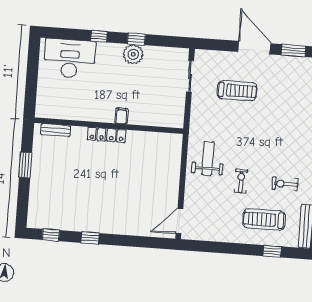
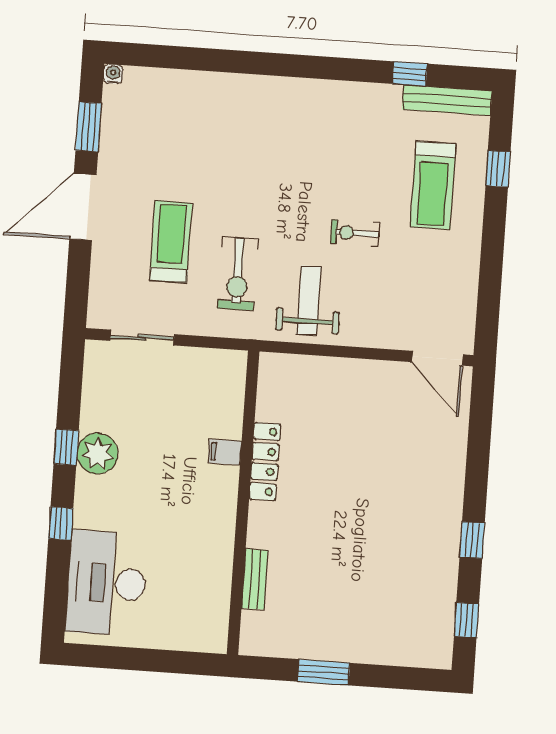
filing cabinet: (122, 116) -> (225, 452), moved
bench: (56, 130) -> (255, 579), moved
locker: (106, 135) -> (265, 462), moved
weight bench: (208, 158) -> (309, 300), turned 90
exercise bike: (285, 184) -> (238, 274), moved, width x1.38, depth x1.39

